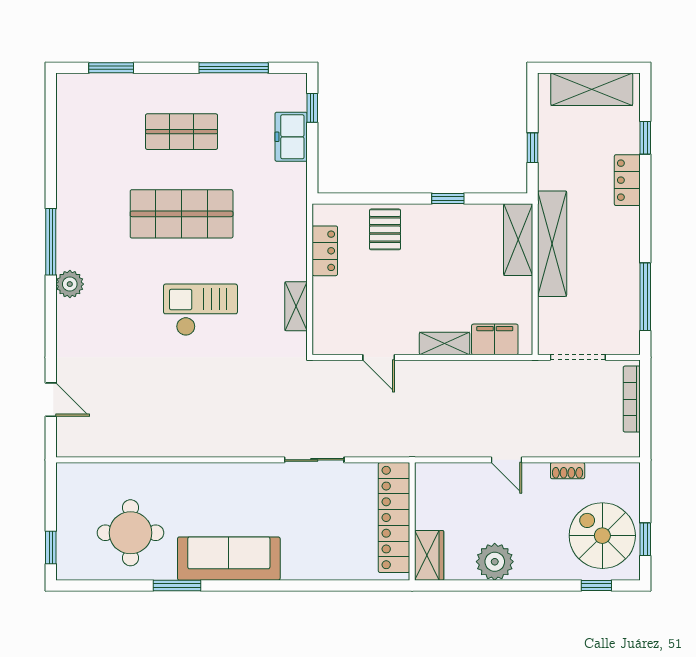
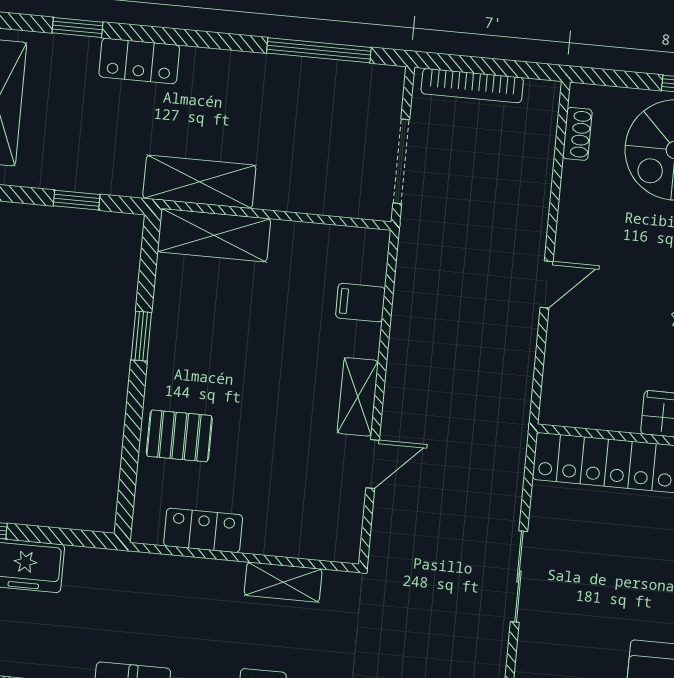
shelving: (552, 244) -> (199, 182), width x0.68
filing cabinet: (495, 339) -> (360, 303), width x0.50
shelving: (445, 343) -> (358, 397), moved
shoe rack: (568, 471) -> (577, 134), moved

